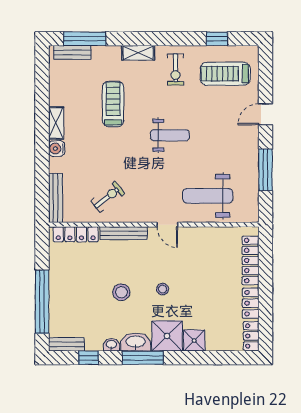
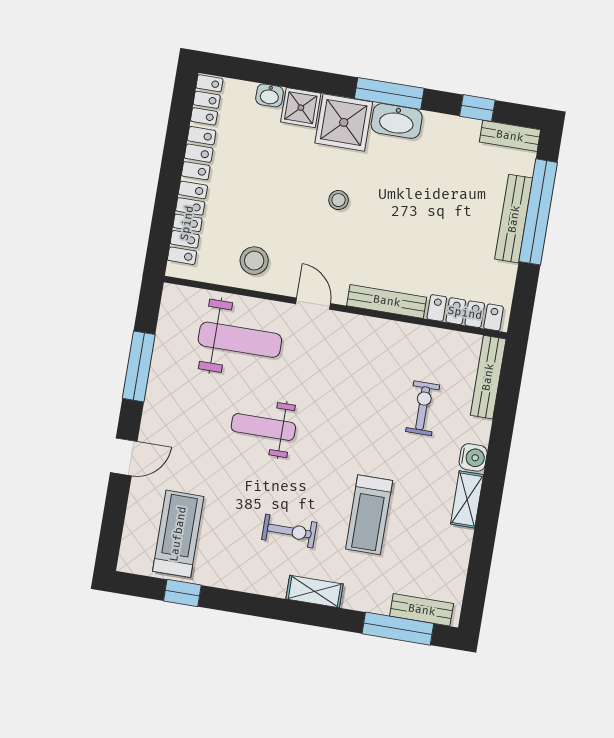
exercise bike: (175, 69) -> (289, 531), moved, turned 90
treadmill: (225, 74) -> (178, 534), turned -90
weight bench: (170, 135) -> (263, 427), moved
exercise bike: (108, 197) -> (423, 408), moved, turned 128
stool: (121, 292) -> (254, 261), moved
bench: (56, 295) -> (514, 219), added
washbasin: (111, 345) -> (270, 95), moved

